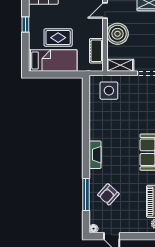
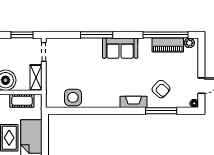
side table: (109, 91) -> (73, 97), moved
fireplace: (95, 155) -> (134, 102), moved

